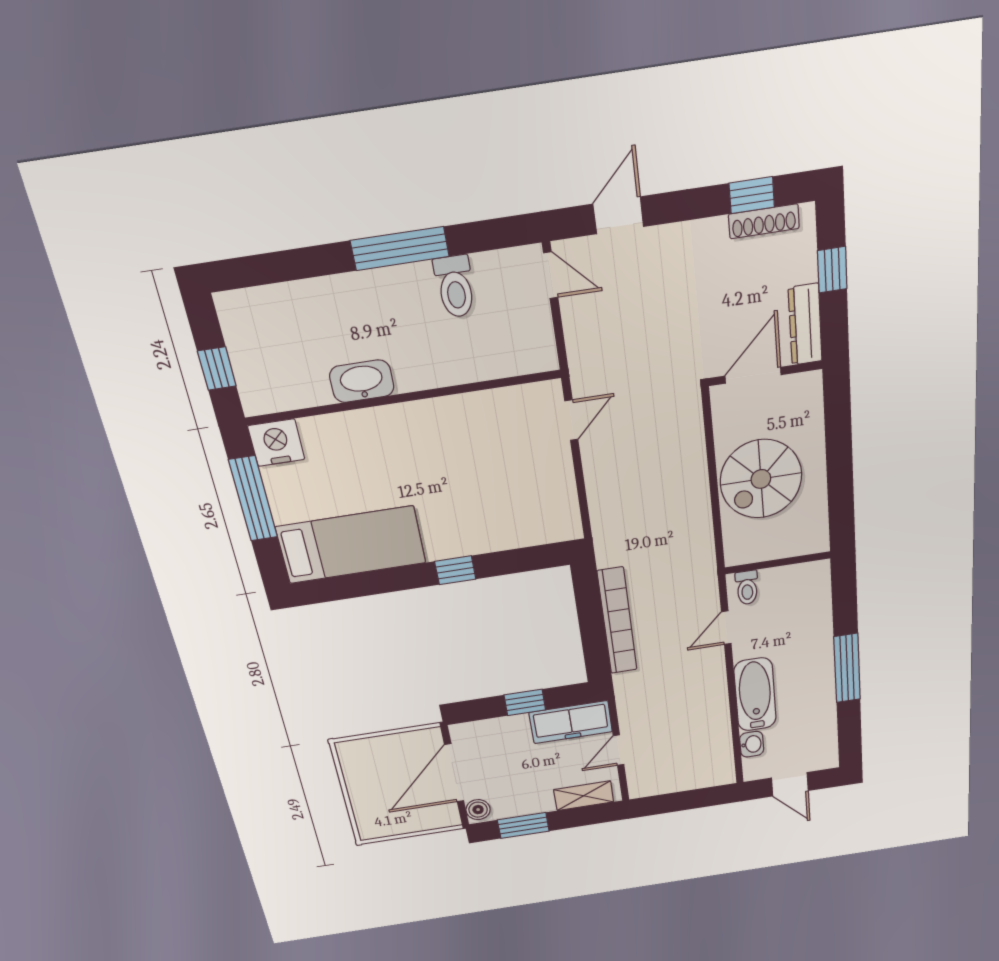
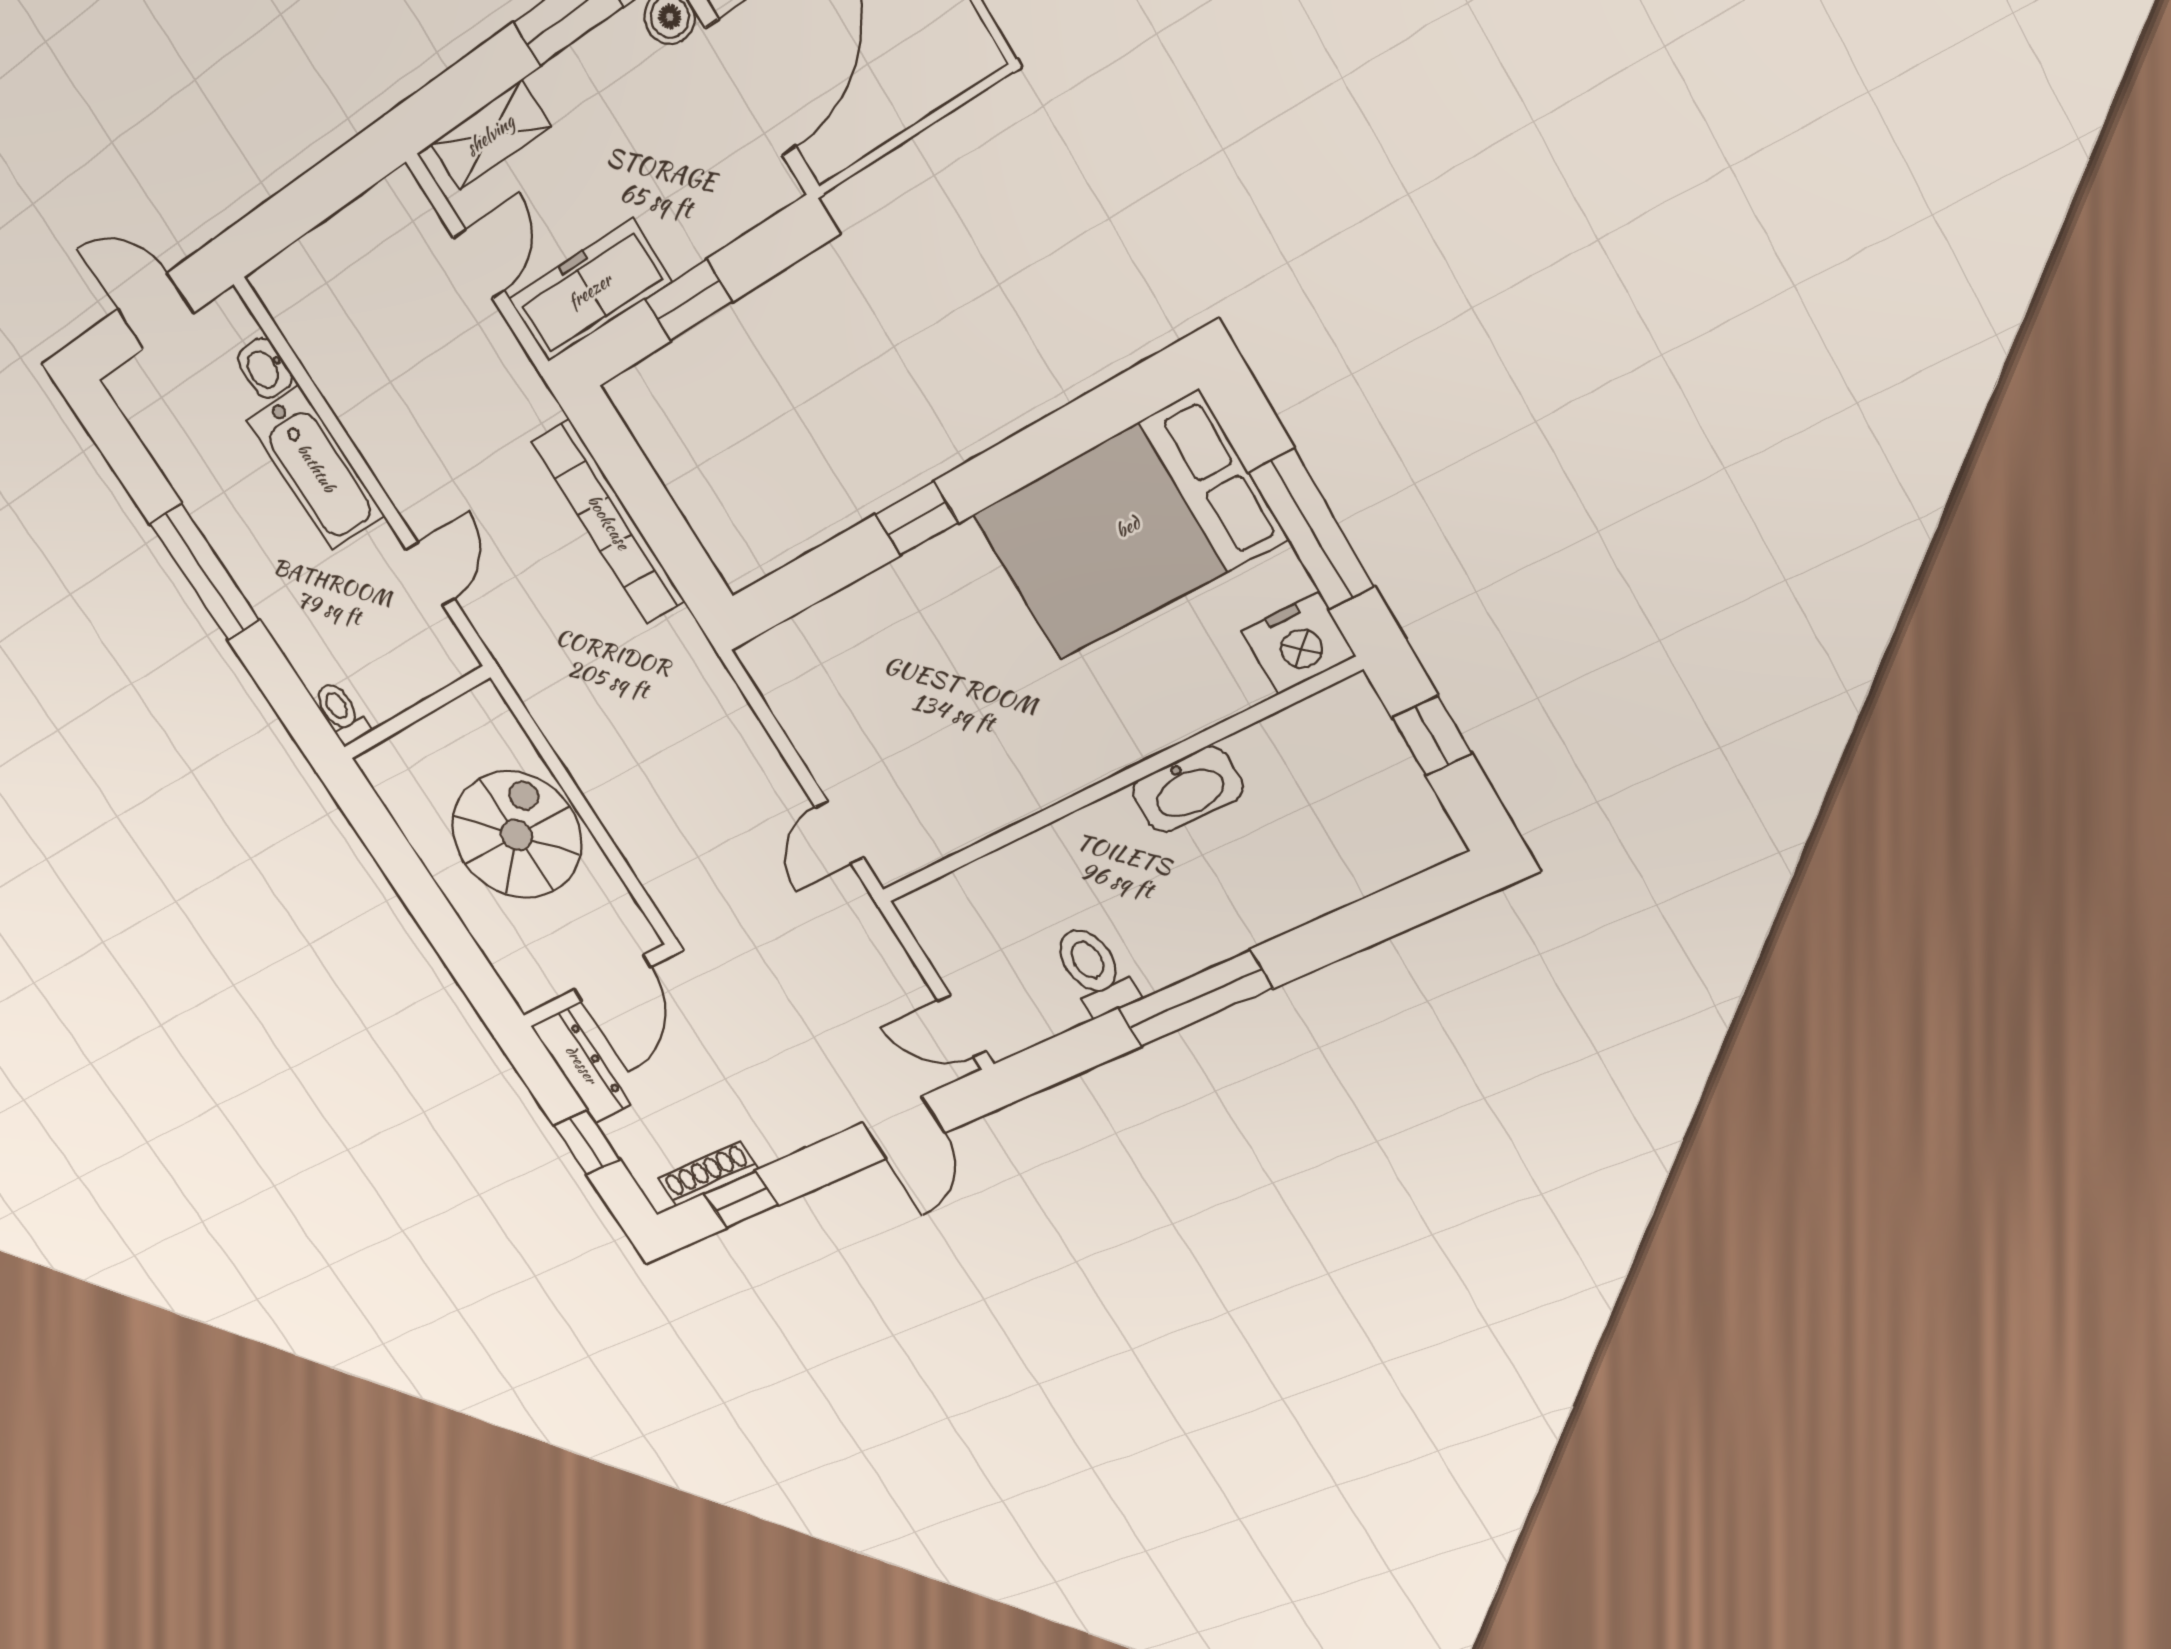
bed: (351, 545) -> (1128, 527), width x1.50
toilet: (747, 588) -> (341, 713), moved

